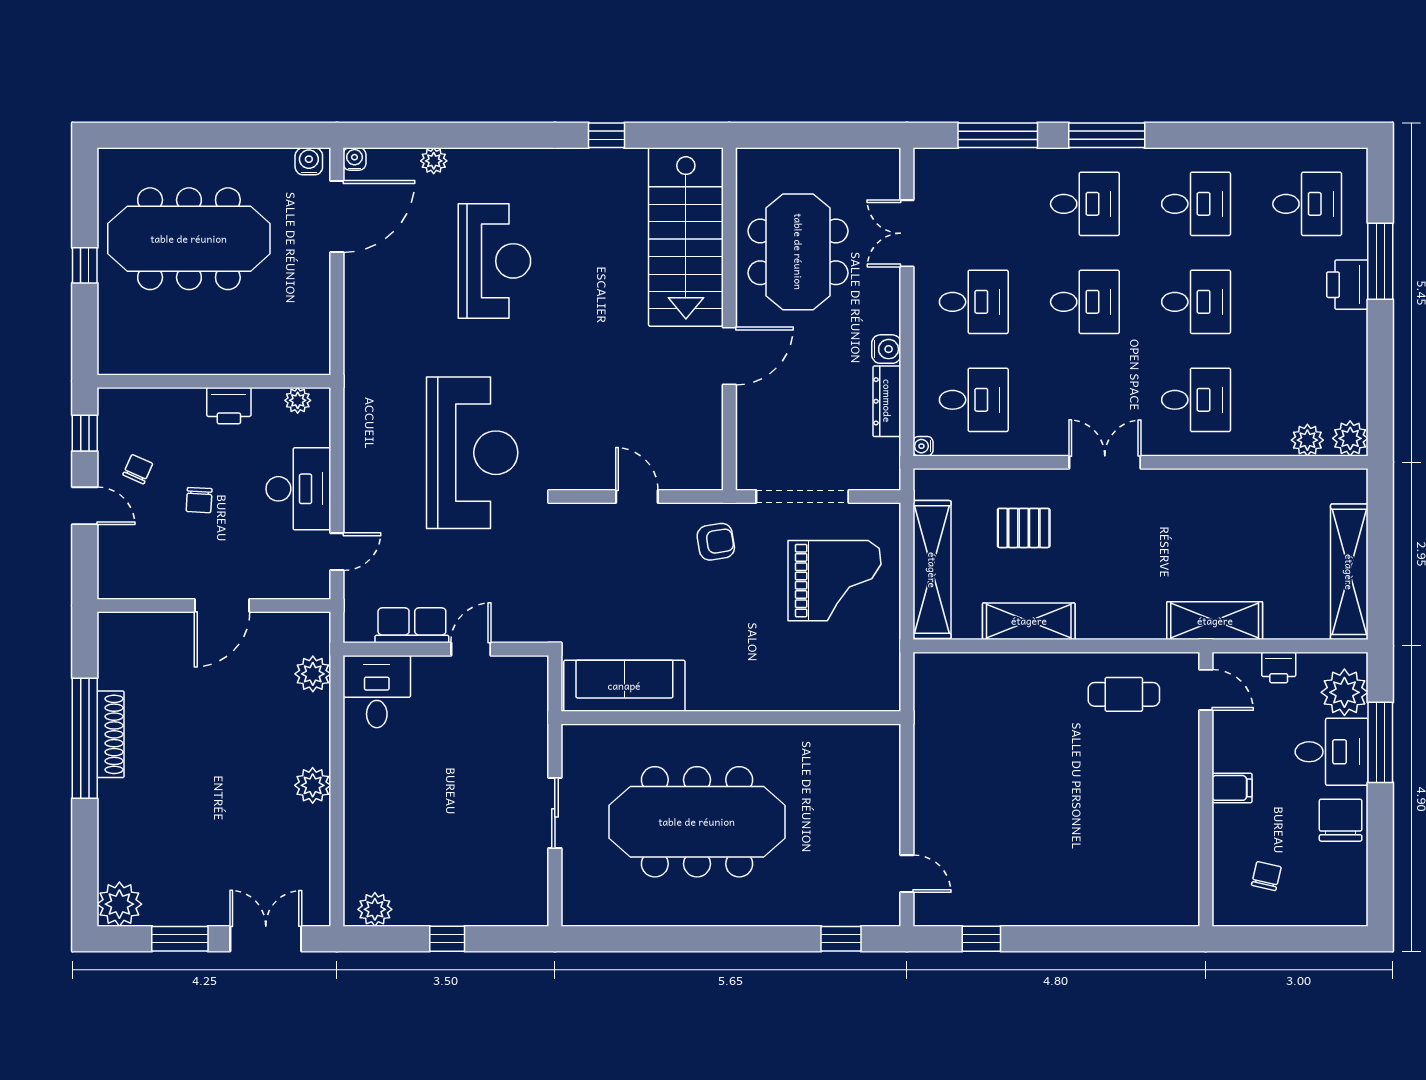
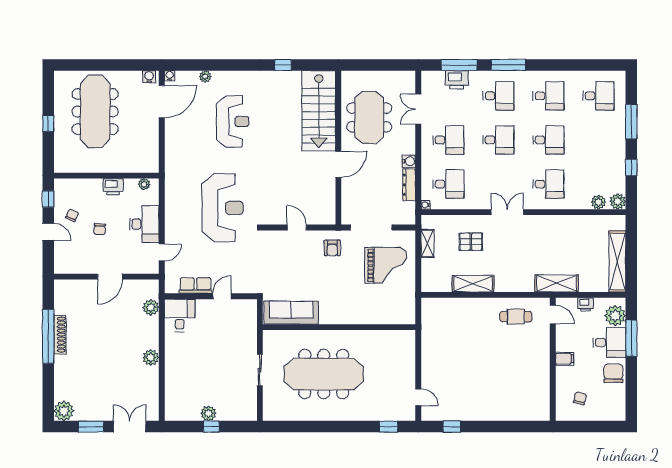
meeting table: (189, 239) -> (95, 112), turned 90
printer: (1347, 285) -> (457, 80), moved, turned -90
window: (1380, 363) -> (631, 168), added
armchair: (716, 542) -> (332, 248), turned 99
shelving: (932, 570) -> (427, 243), width x0.45, depth x0.75
plant: (375, 909) -> (208, 413), moved

